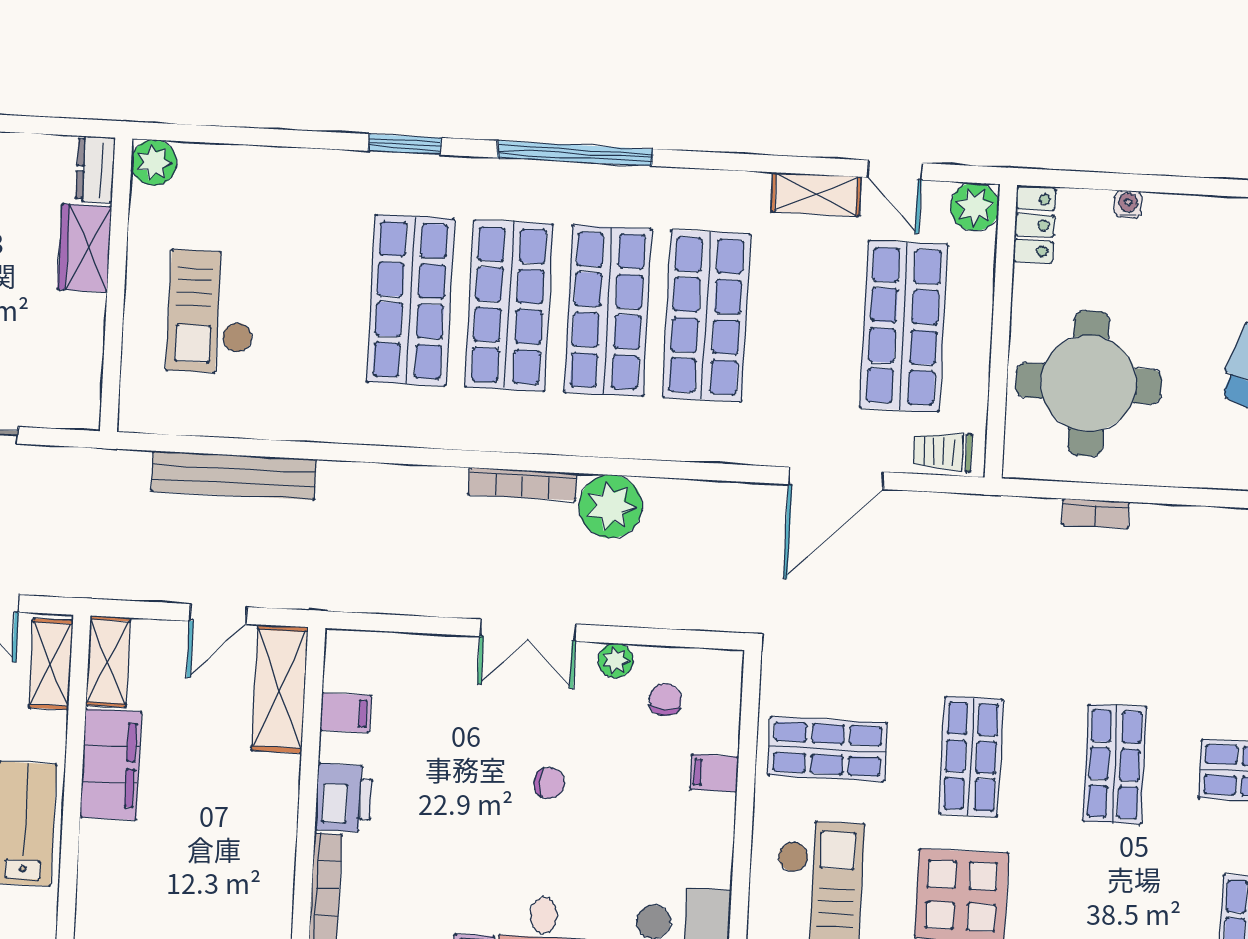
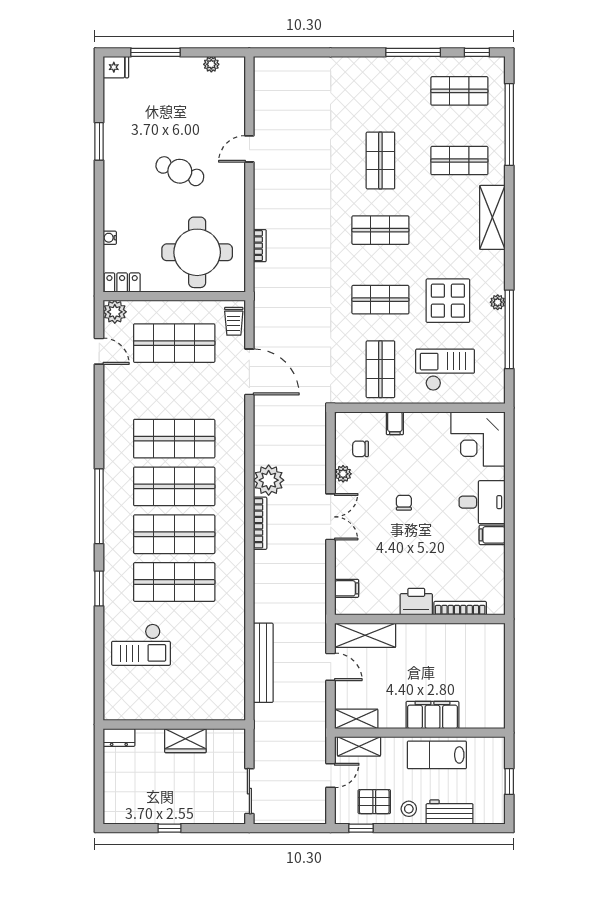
plant: (154, 163) -> (114, 709), removed
door: (895, 170) -> (99, 351), hinge flipped
shelving: (816, 194) -> (113, 389), removed
wardrobe: (85, 248) -> (185, 741), moved
checkout: (211, 312) -> (141, 645), moved
filing cabinet: (346, 713) -> (347, 588), moved, turned 90
filing cabinet: (111, 764) -> (432, 715), moved

